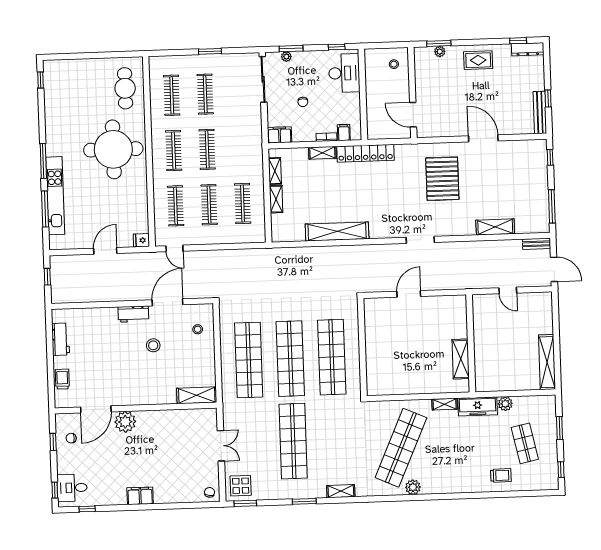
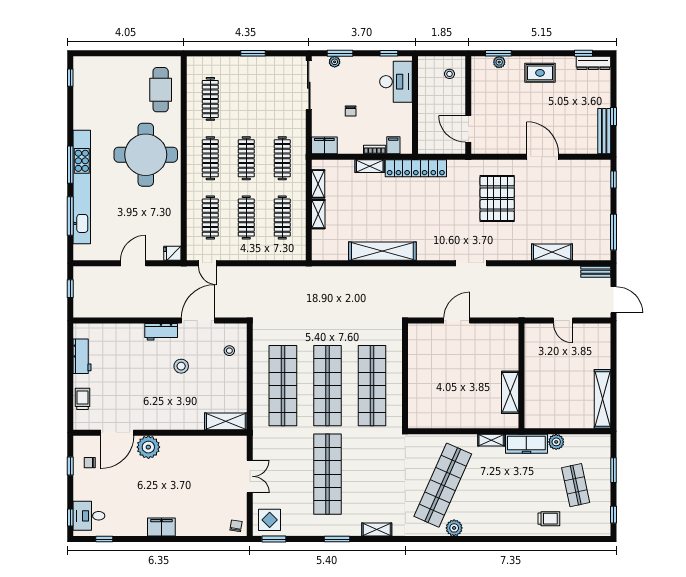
clothes rail: (205, 94) -> (282, 158), moved
kitchen unit: (55, 196) -> (82, 187), width x1.36

